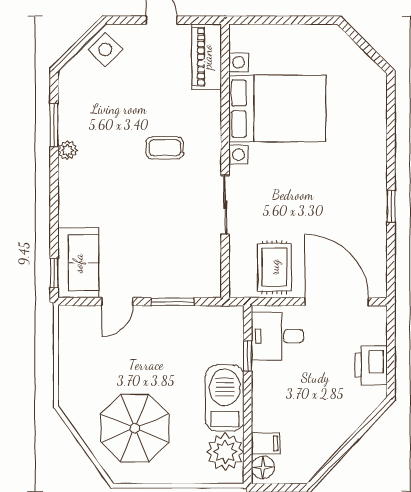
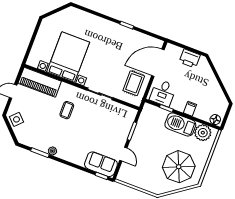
piano: (207, 57) -> (40, 82), width x1.37, depth x1.33
rug: (274, 267) -> (134, 83), turned 90
filing cabinet: (266, 443) -> (190, 109), moved

